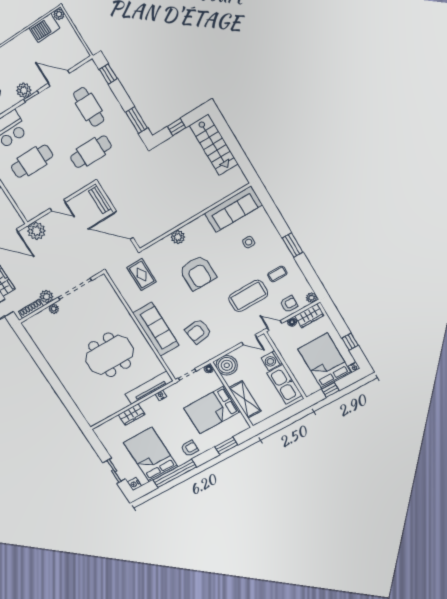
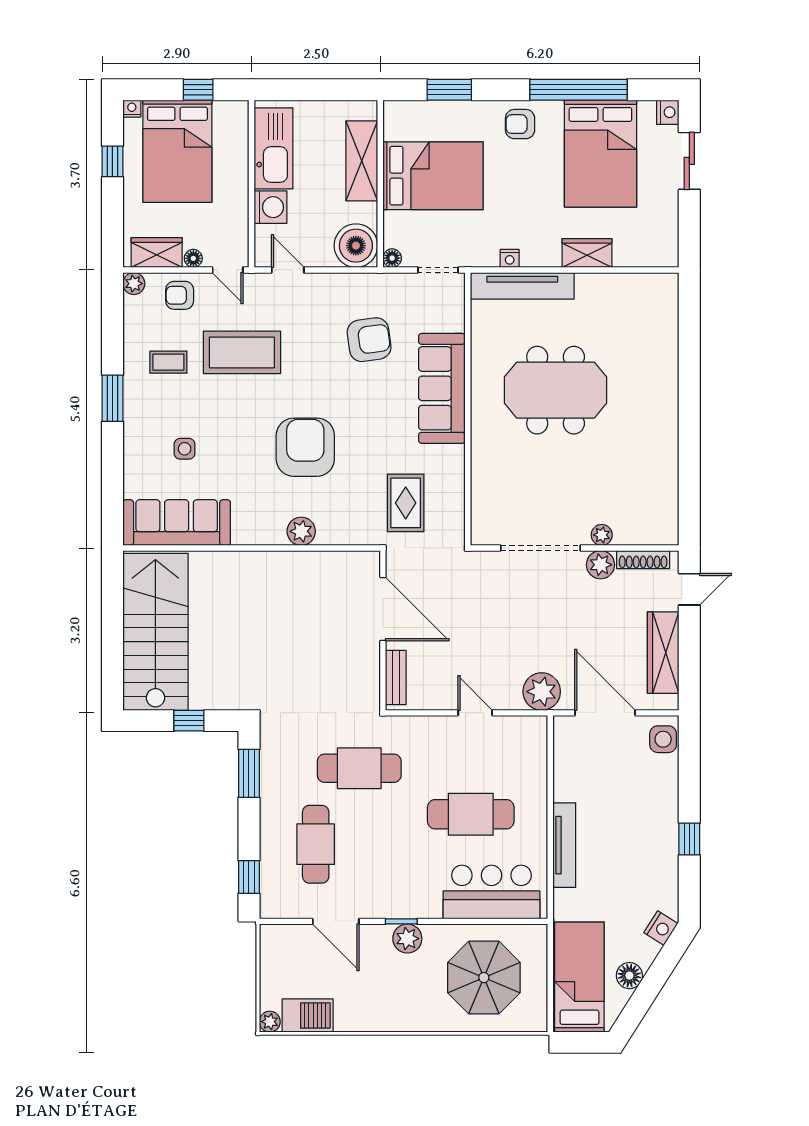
stairs: (214, 145) -> (155, 632), width x1.36, depth x1.51

